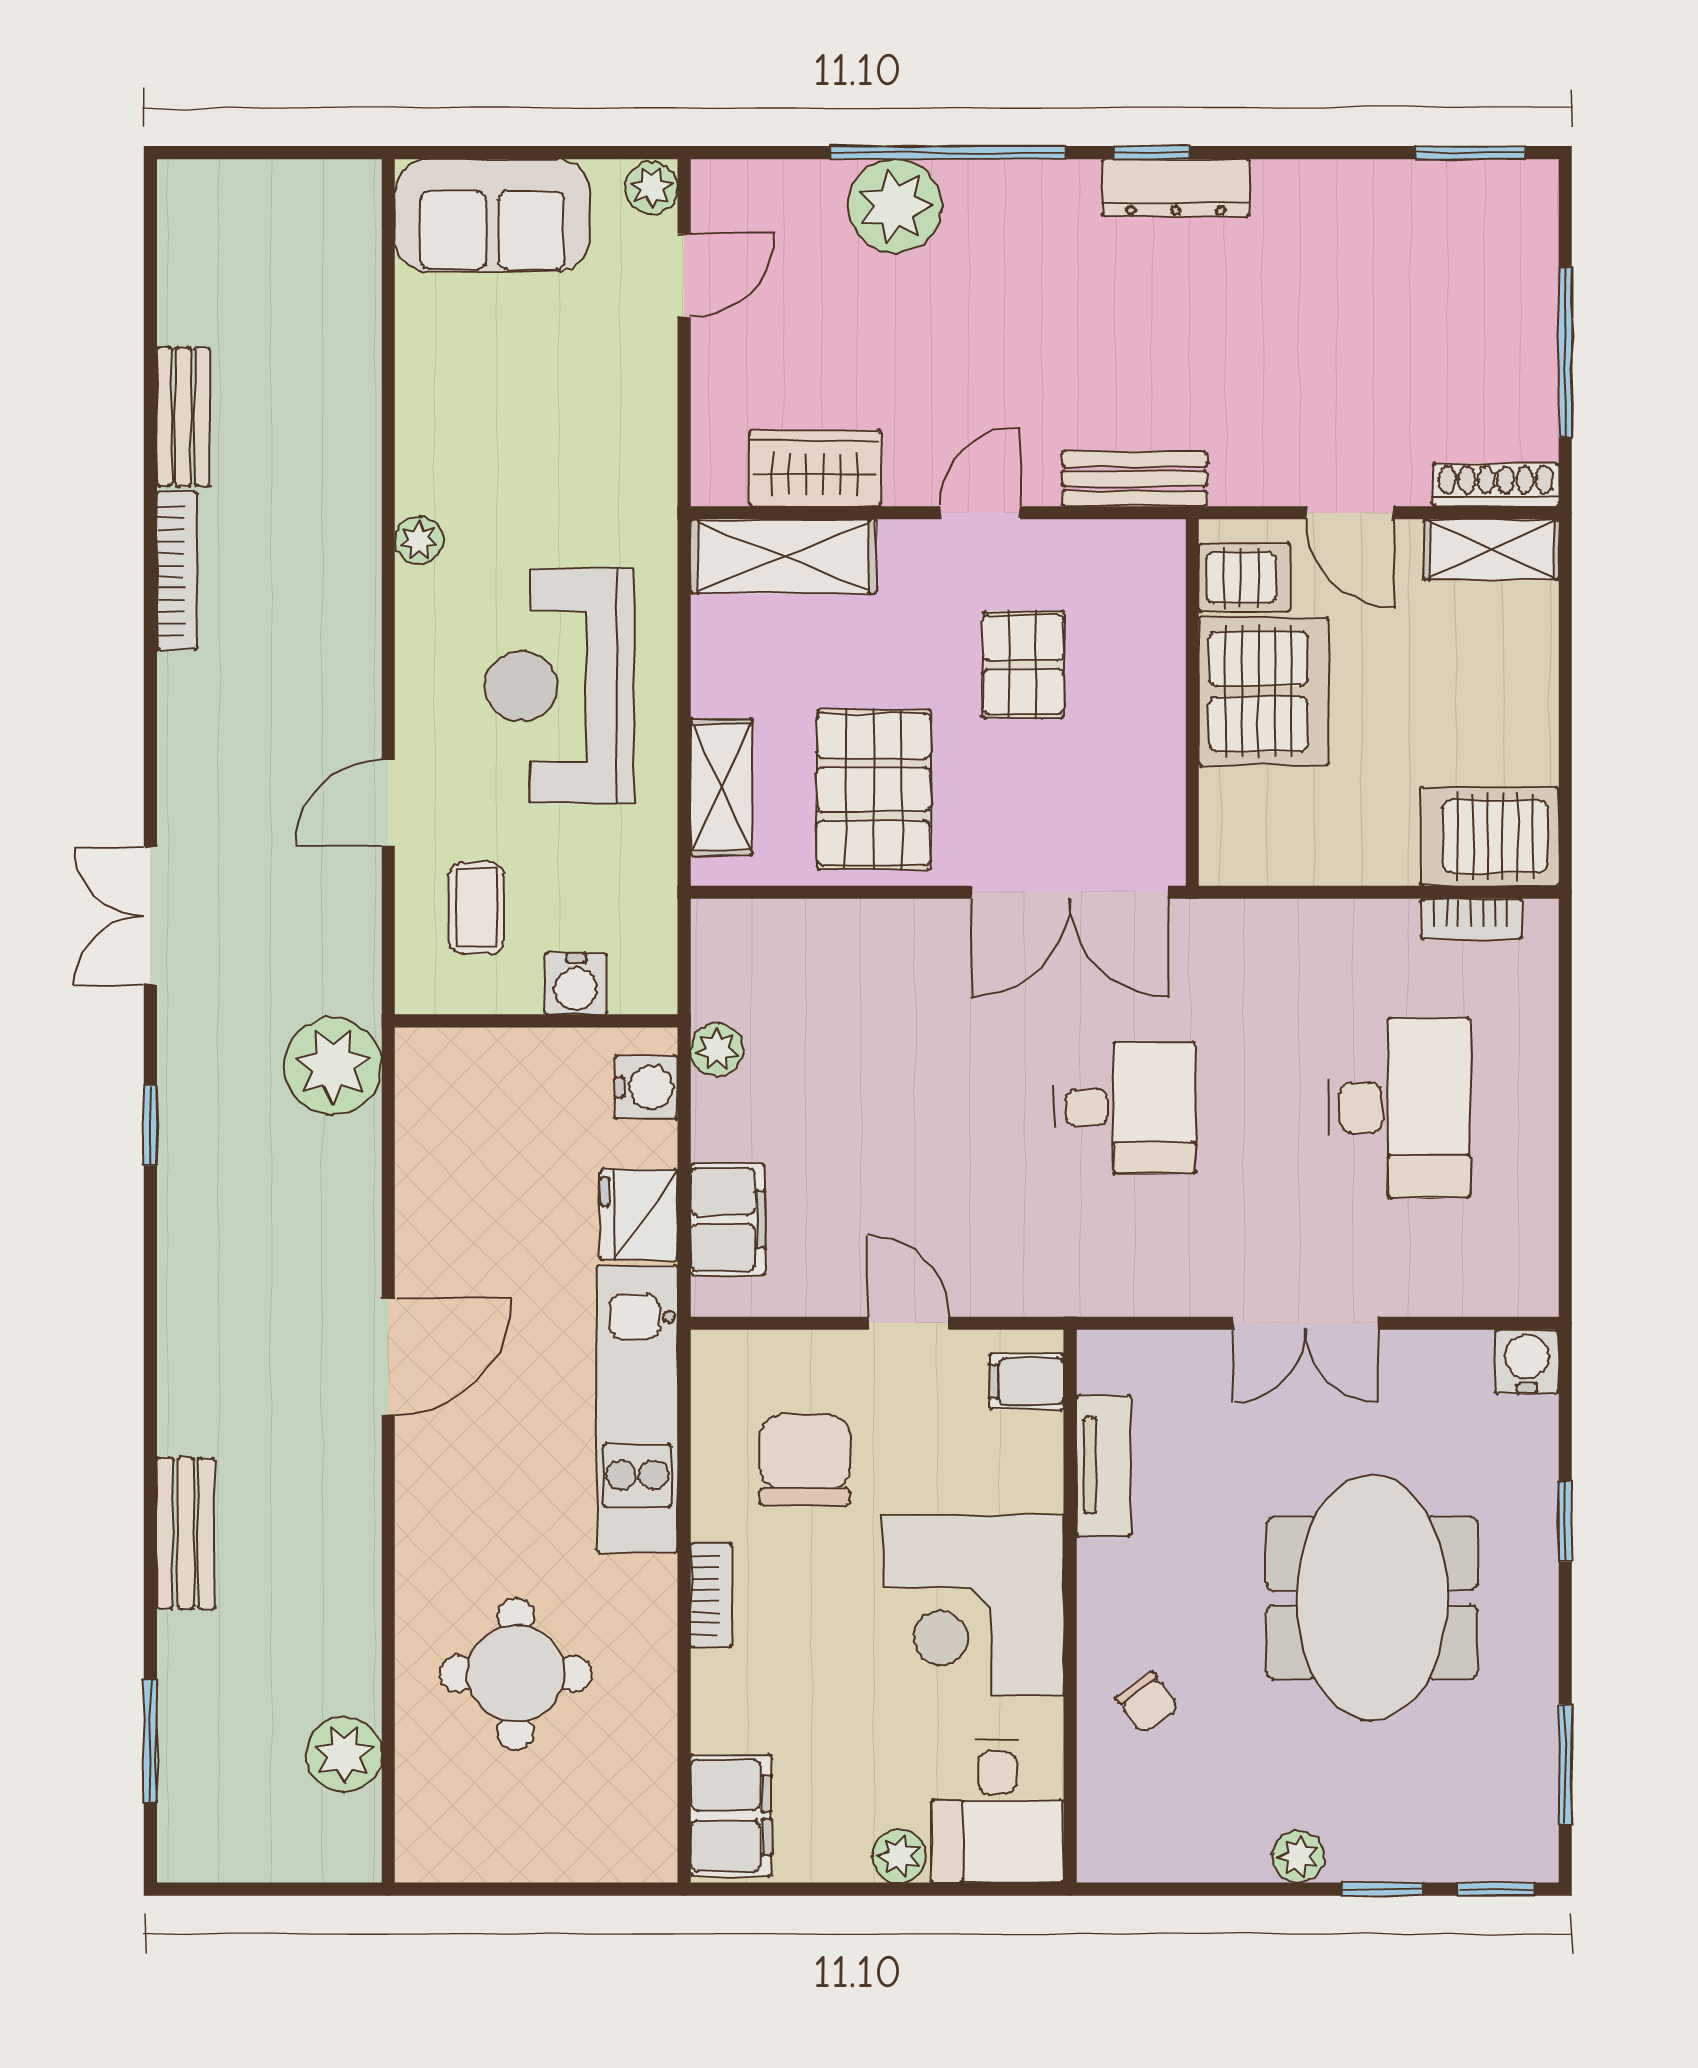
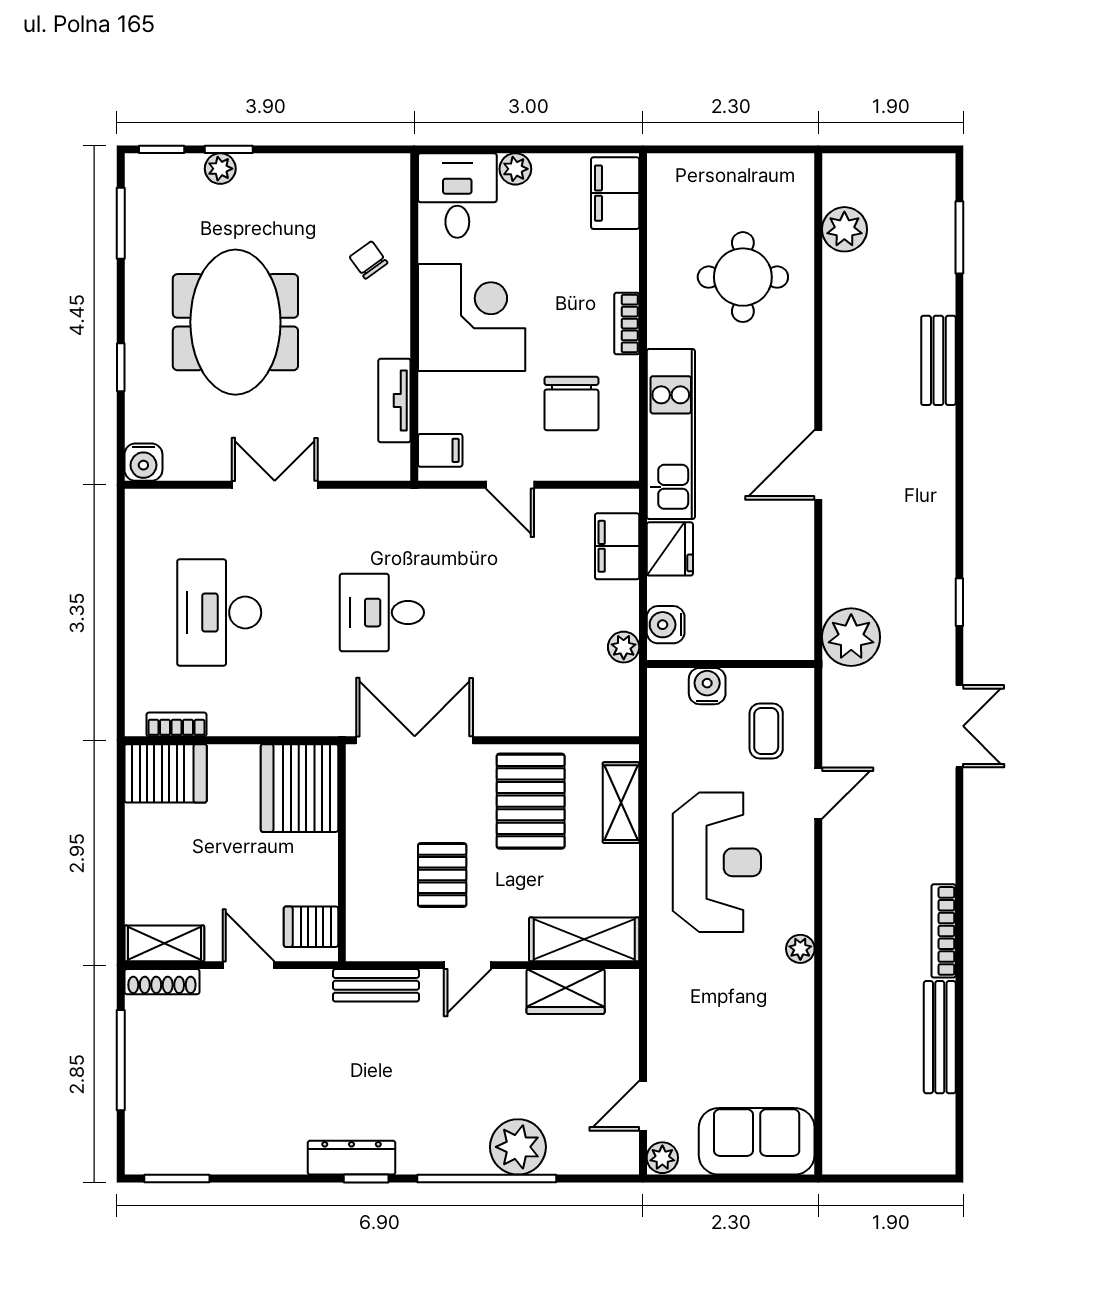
bench: (183, 417) -> (940, 1037), width x1.36
server rack: (1264, 691) -> (299, 788), moved
plant: (1298, 1857) -> (220, 169), moved

